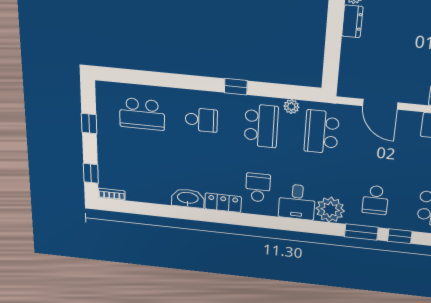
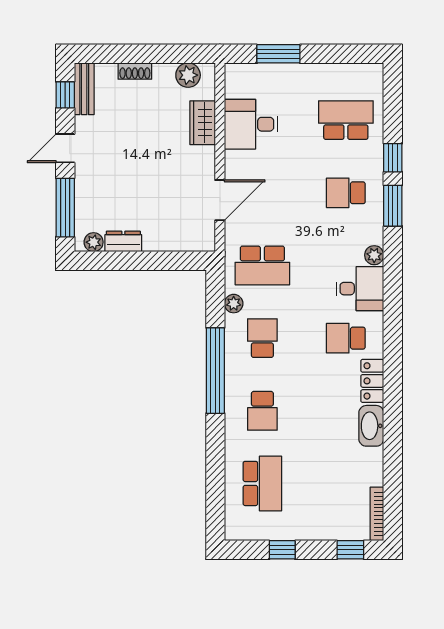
window: (236, 87) -> (215, 371), width x3.17
school desk: (201, 120) -> (262, 411), turned 180
school desk: (261, 126) -> (262, 338), width x0.54
bookcase: (112, 194) -> (377, 514), width x1.56
school desk: (375, 200) -> (346, 193), turned 180
plant: (330, 210) -> (374, 255), width x0.53, depth x0.53

